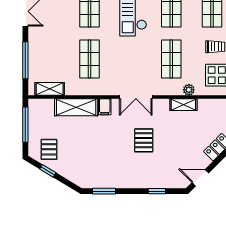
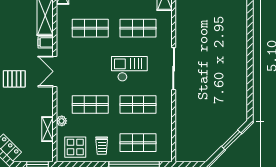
shelving: (183, 105) -> (48, 129), moved

